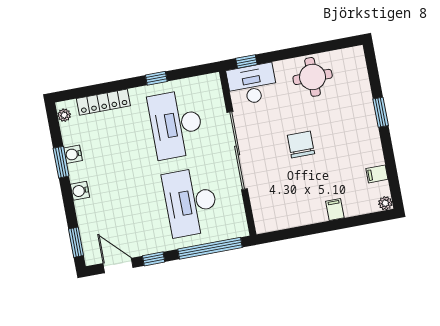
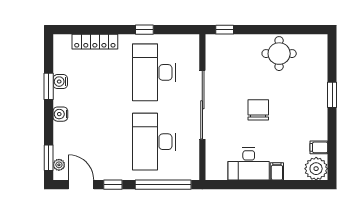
desk: (252, 84) -> (249, 164), moved, turned 180
plant: (64, 115) -> (59, 165), moved
plant: (385, 203) -> (316, 169), width x1.88, depth x1.88

